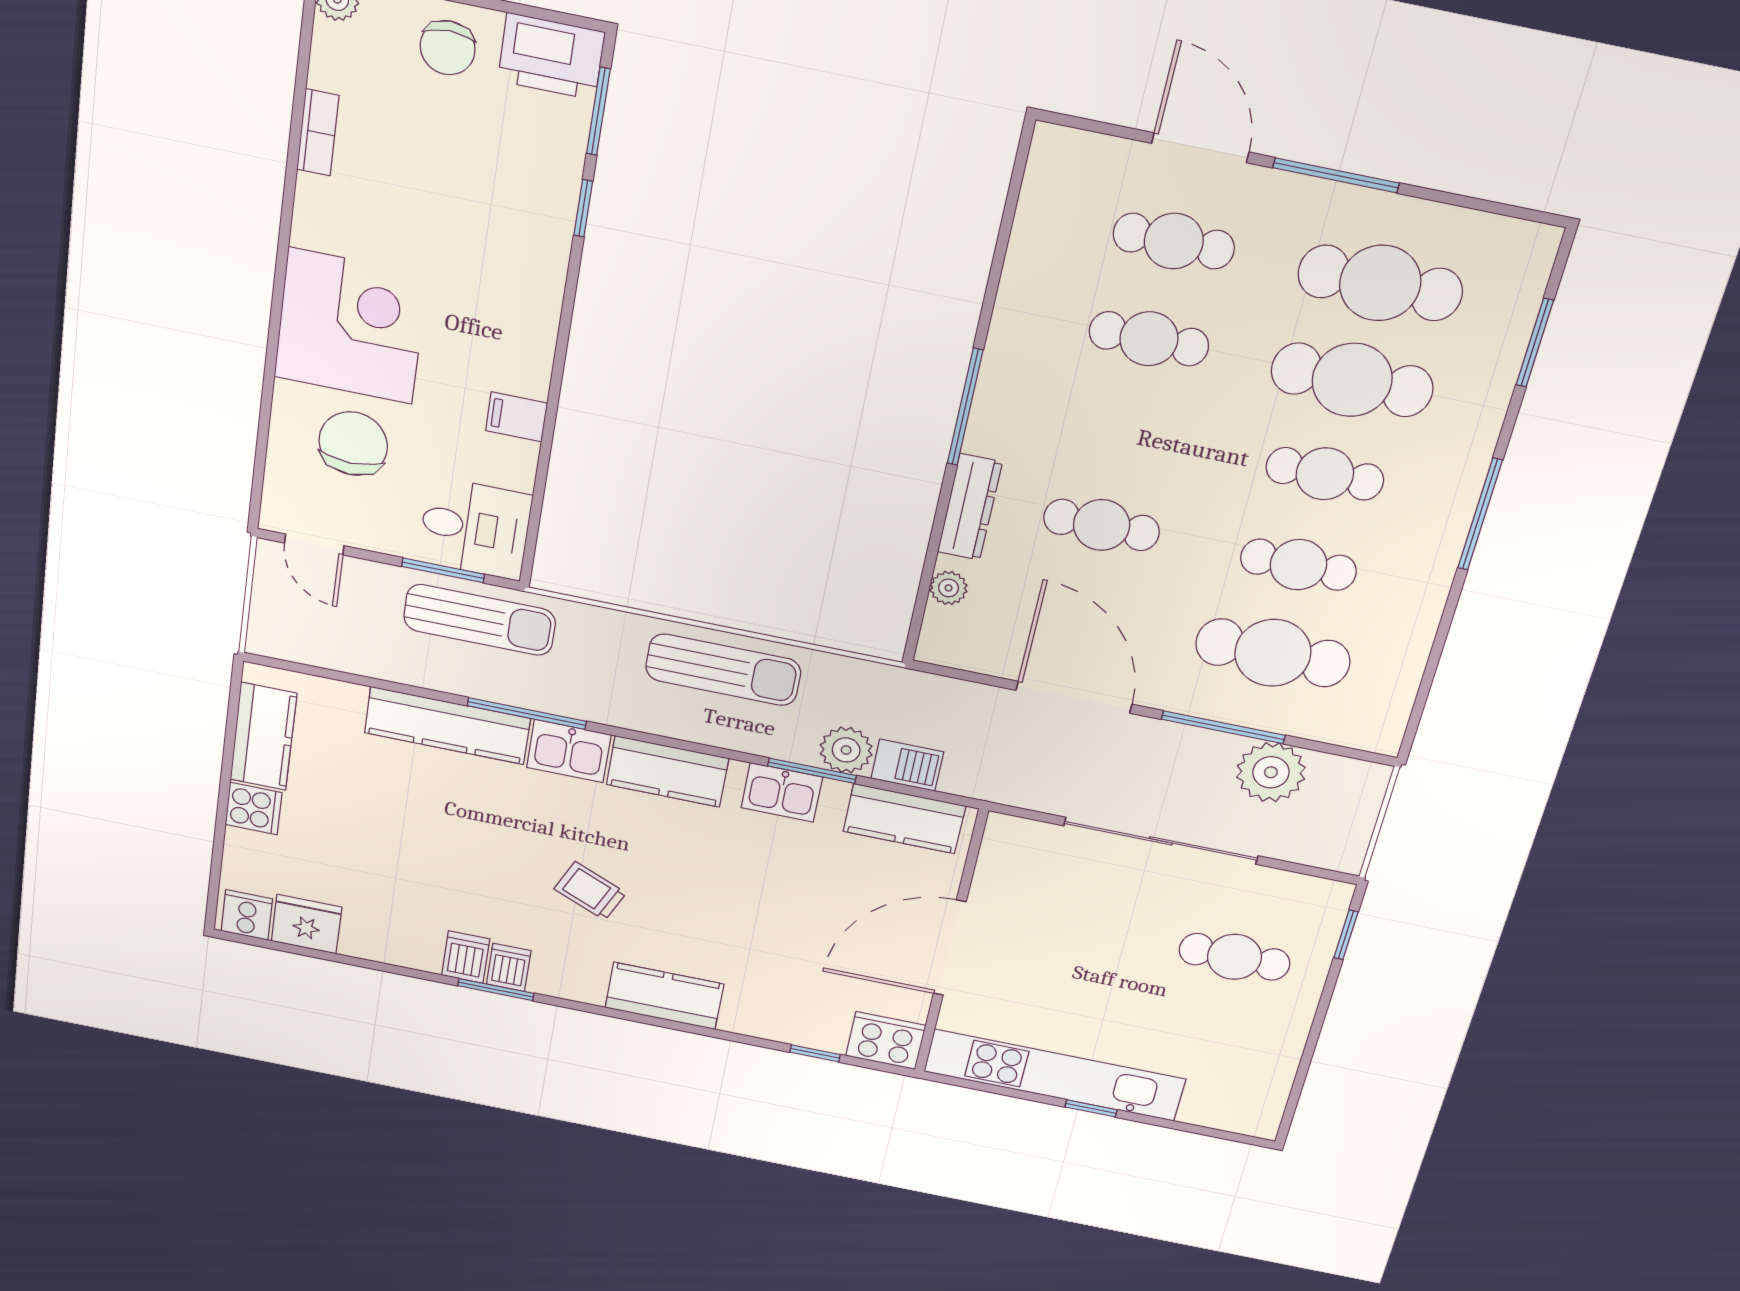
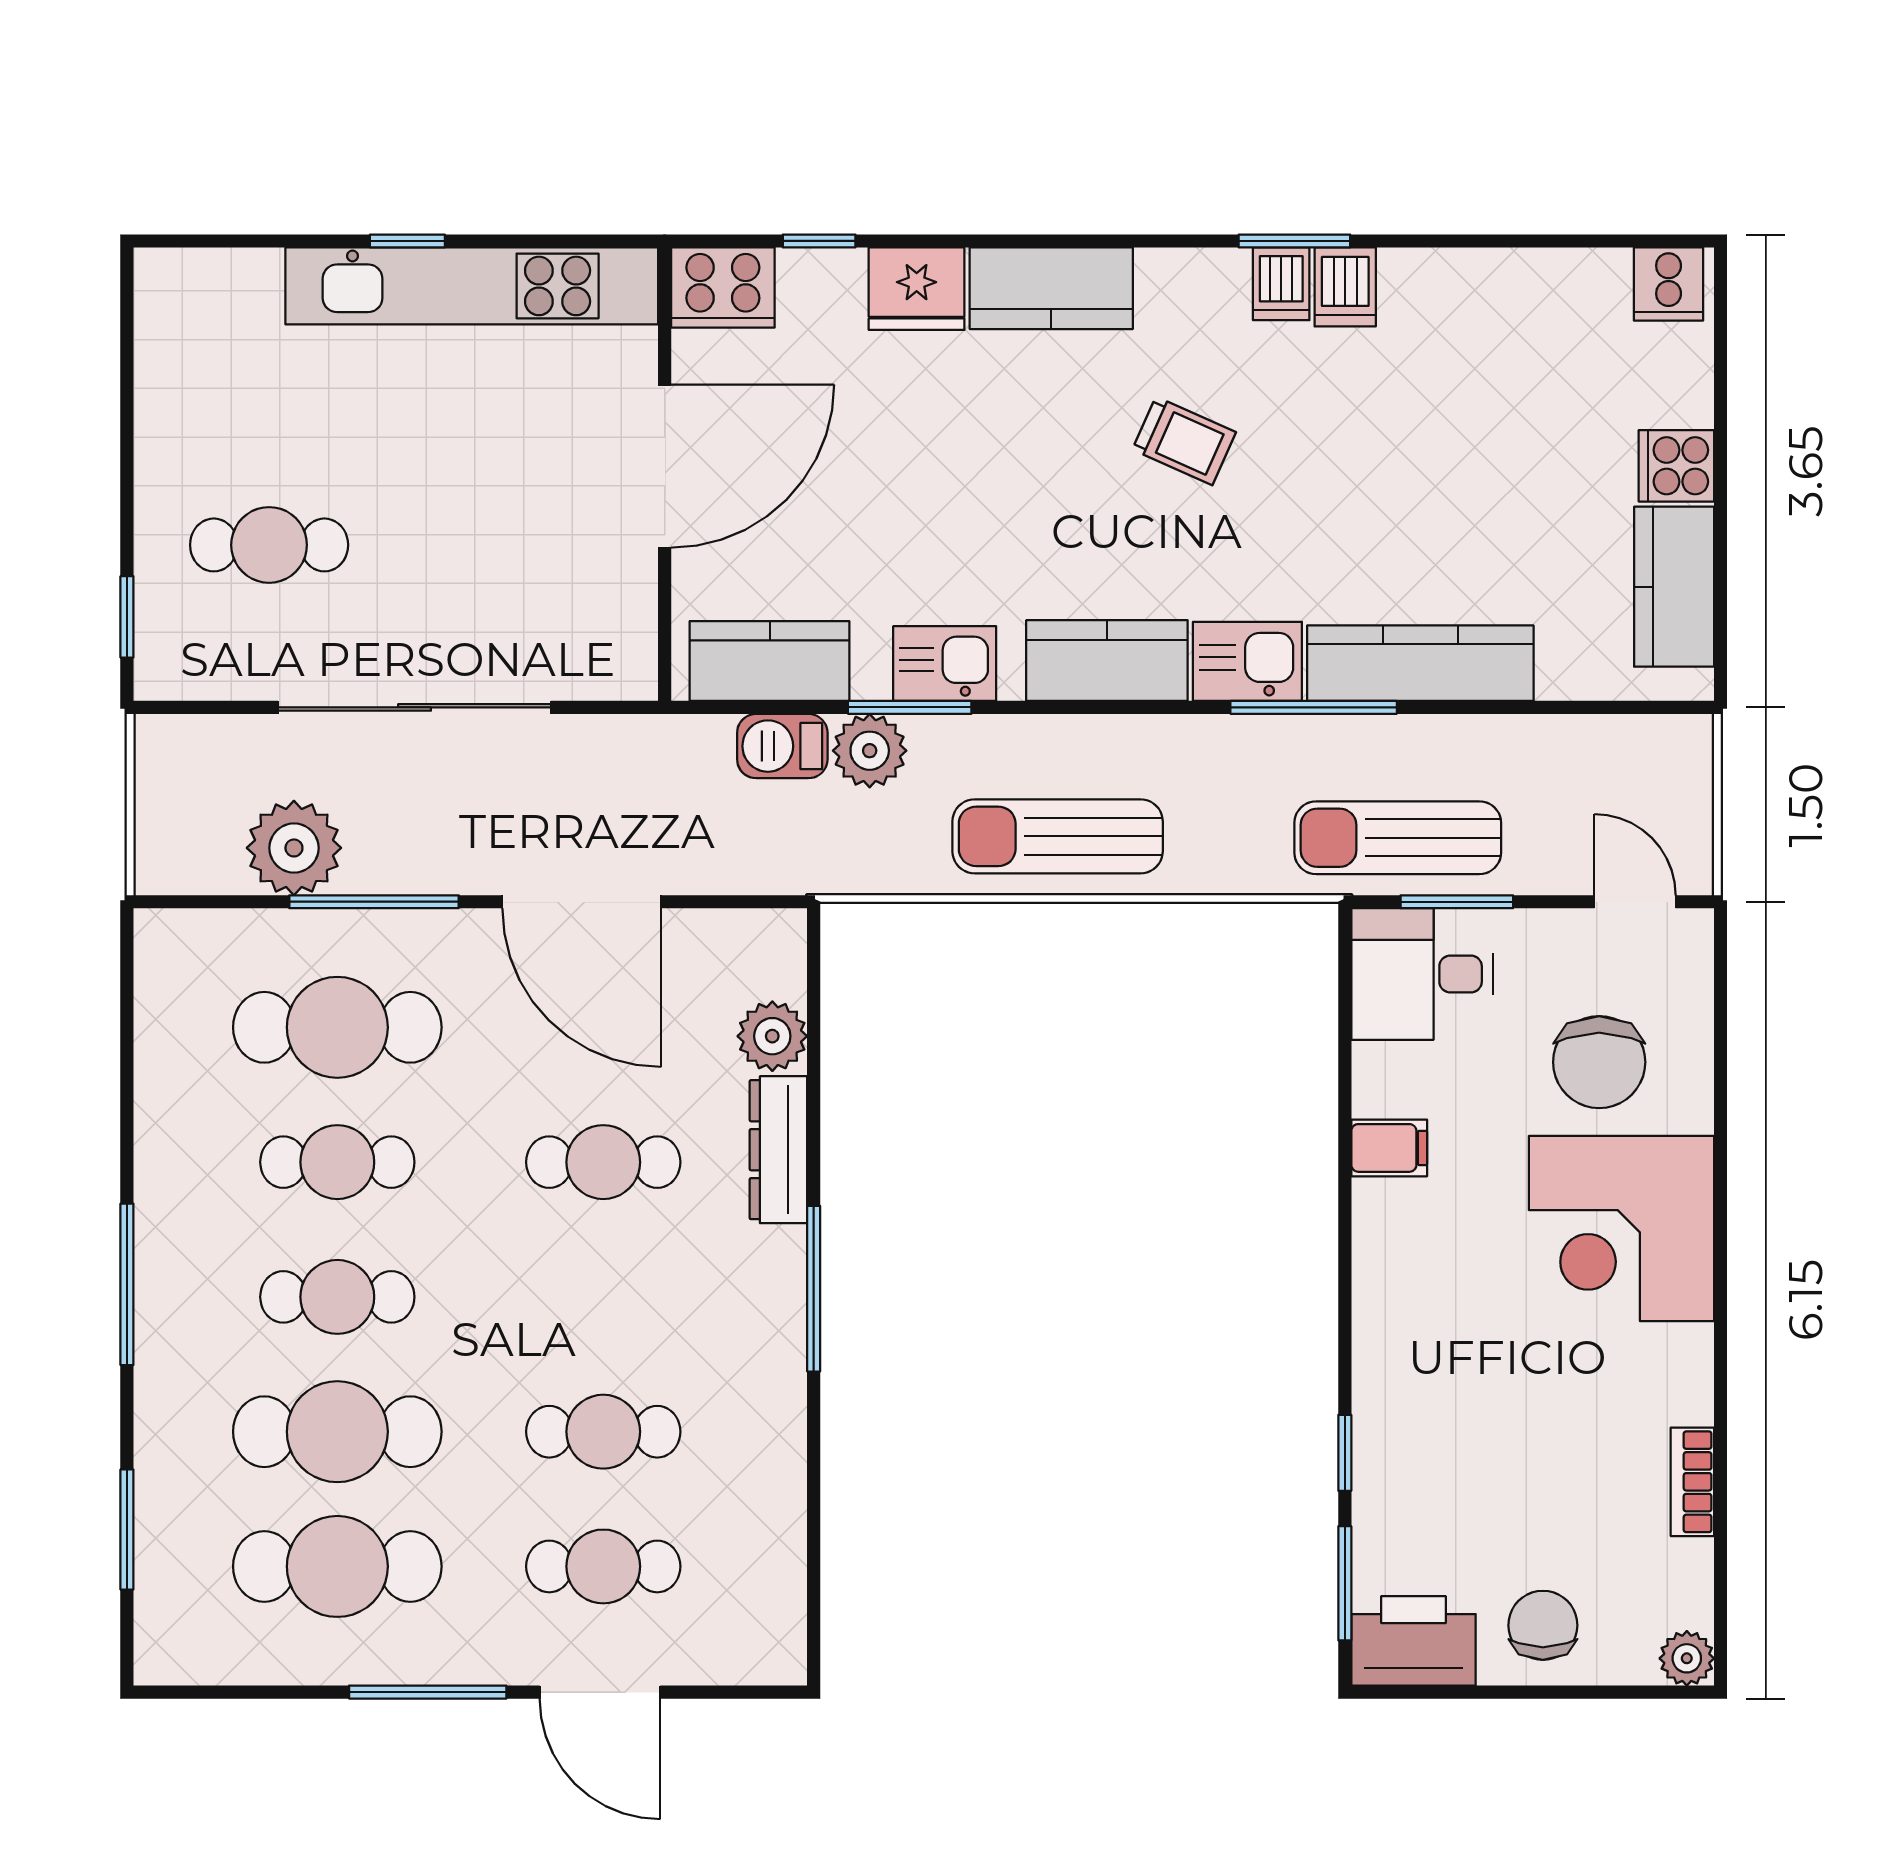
plant: (949, 588) -> (772, 1036), width x1.38, depth x1.38
fridge: (307, 924) -> (917, 289), moved

